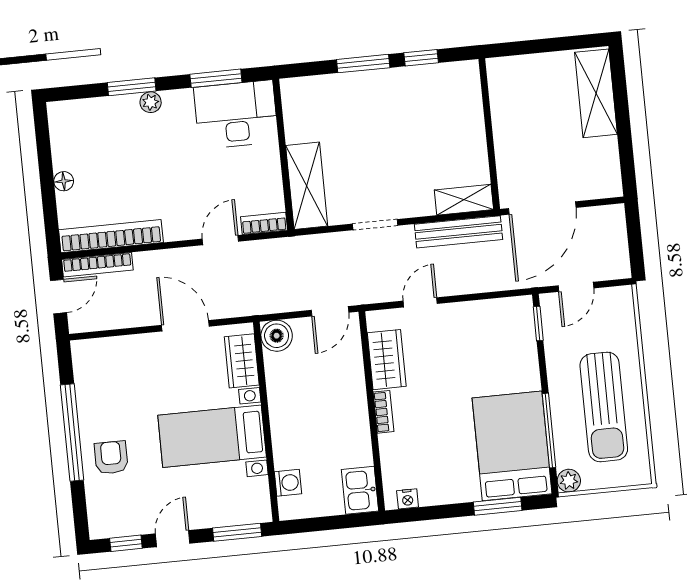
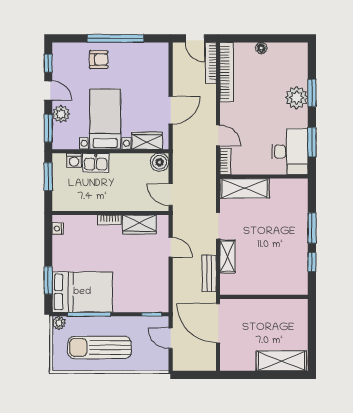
plant: (151, 102) -> (297, 98), width x1.87, depth x1.87
shelving: (464, 200) -> (227, 256), moved
bench: (459, 232) -> (209, 273), width x0.73
kitchen sink: (360, 490) -> (96, 163), moved, turned 180
plant: (211, 513) -> (61, 114), added
window: (320, 524) -> (48, 177), added

